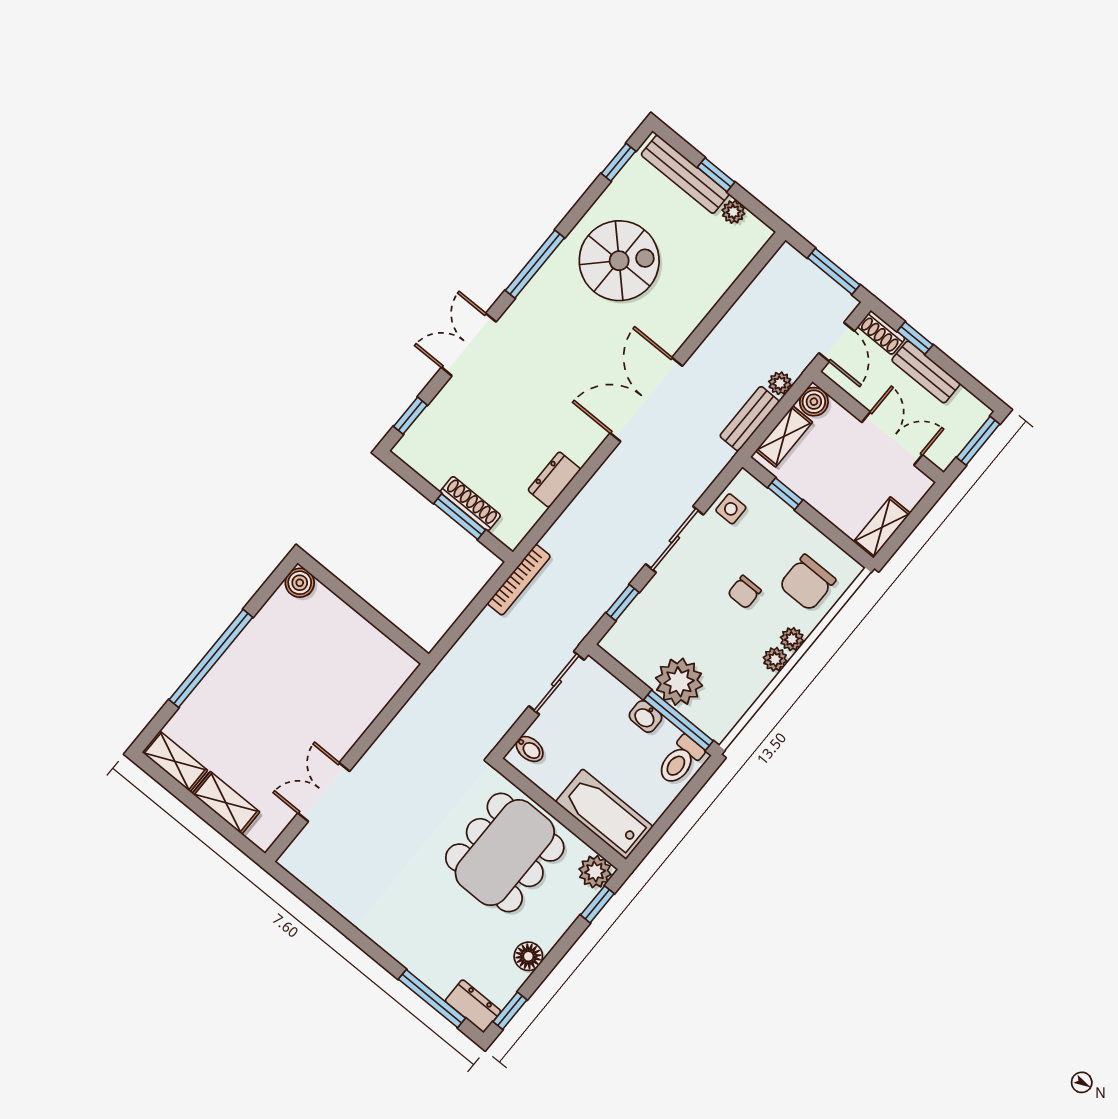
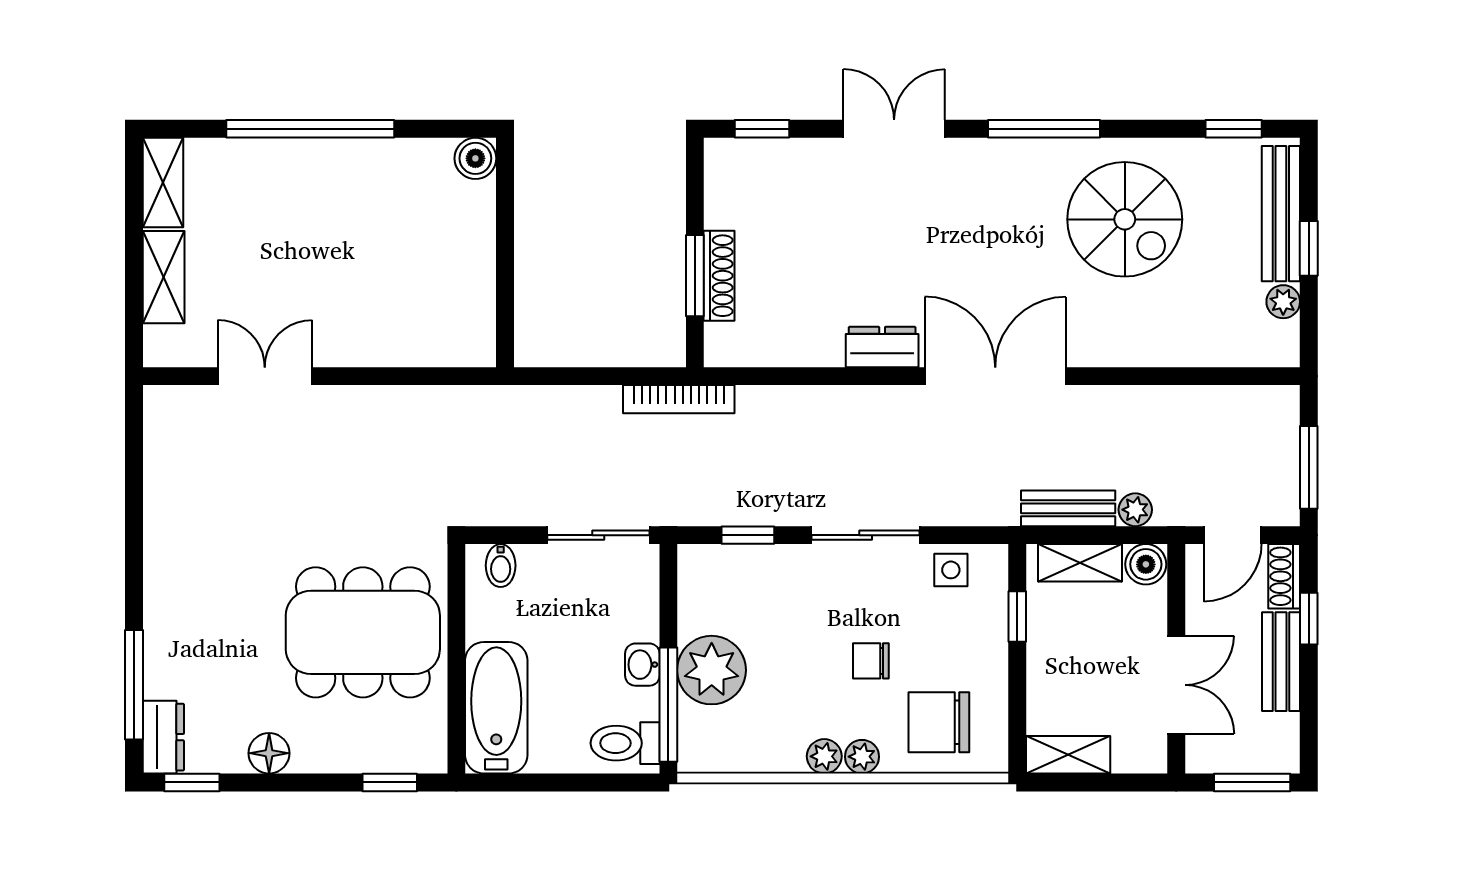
dresser: (554, 480) -> (882, 347), moved
plant: (595, 872) -> (424, 750), removed

